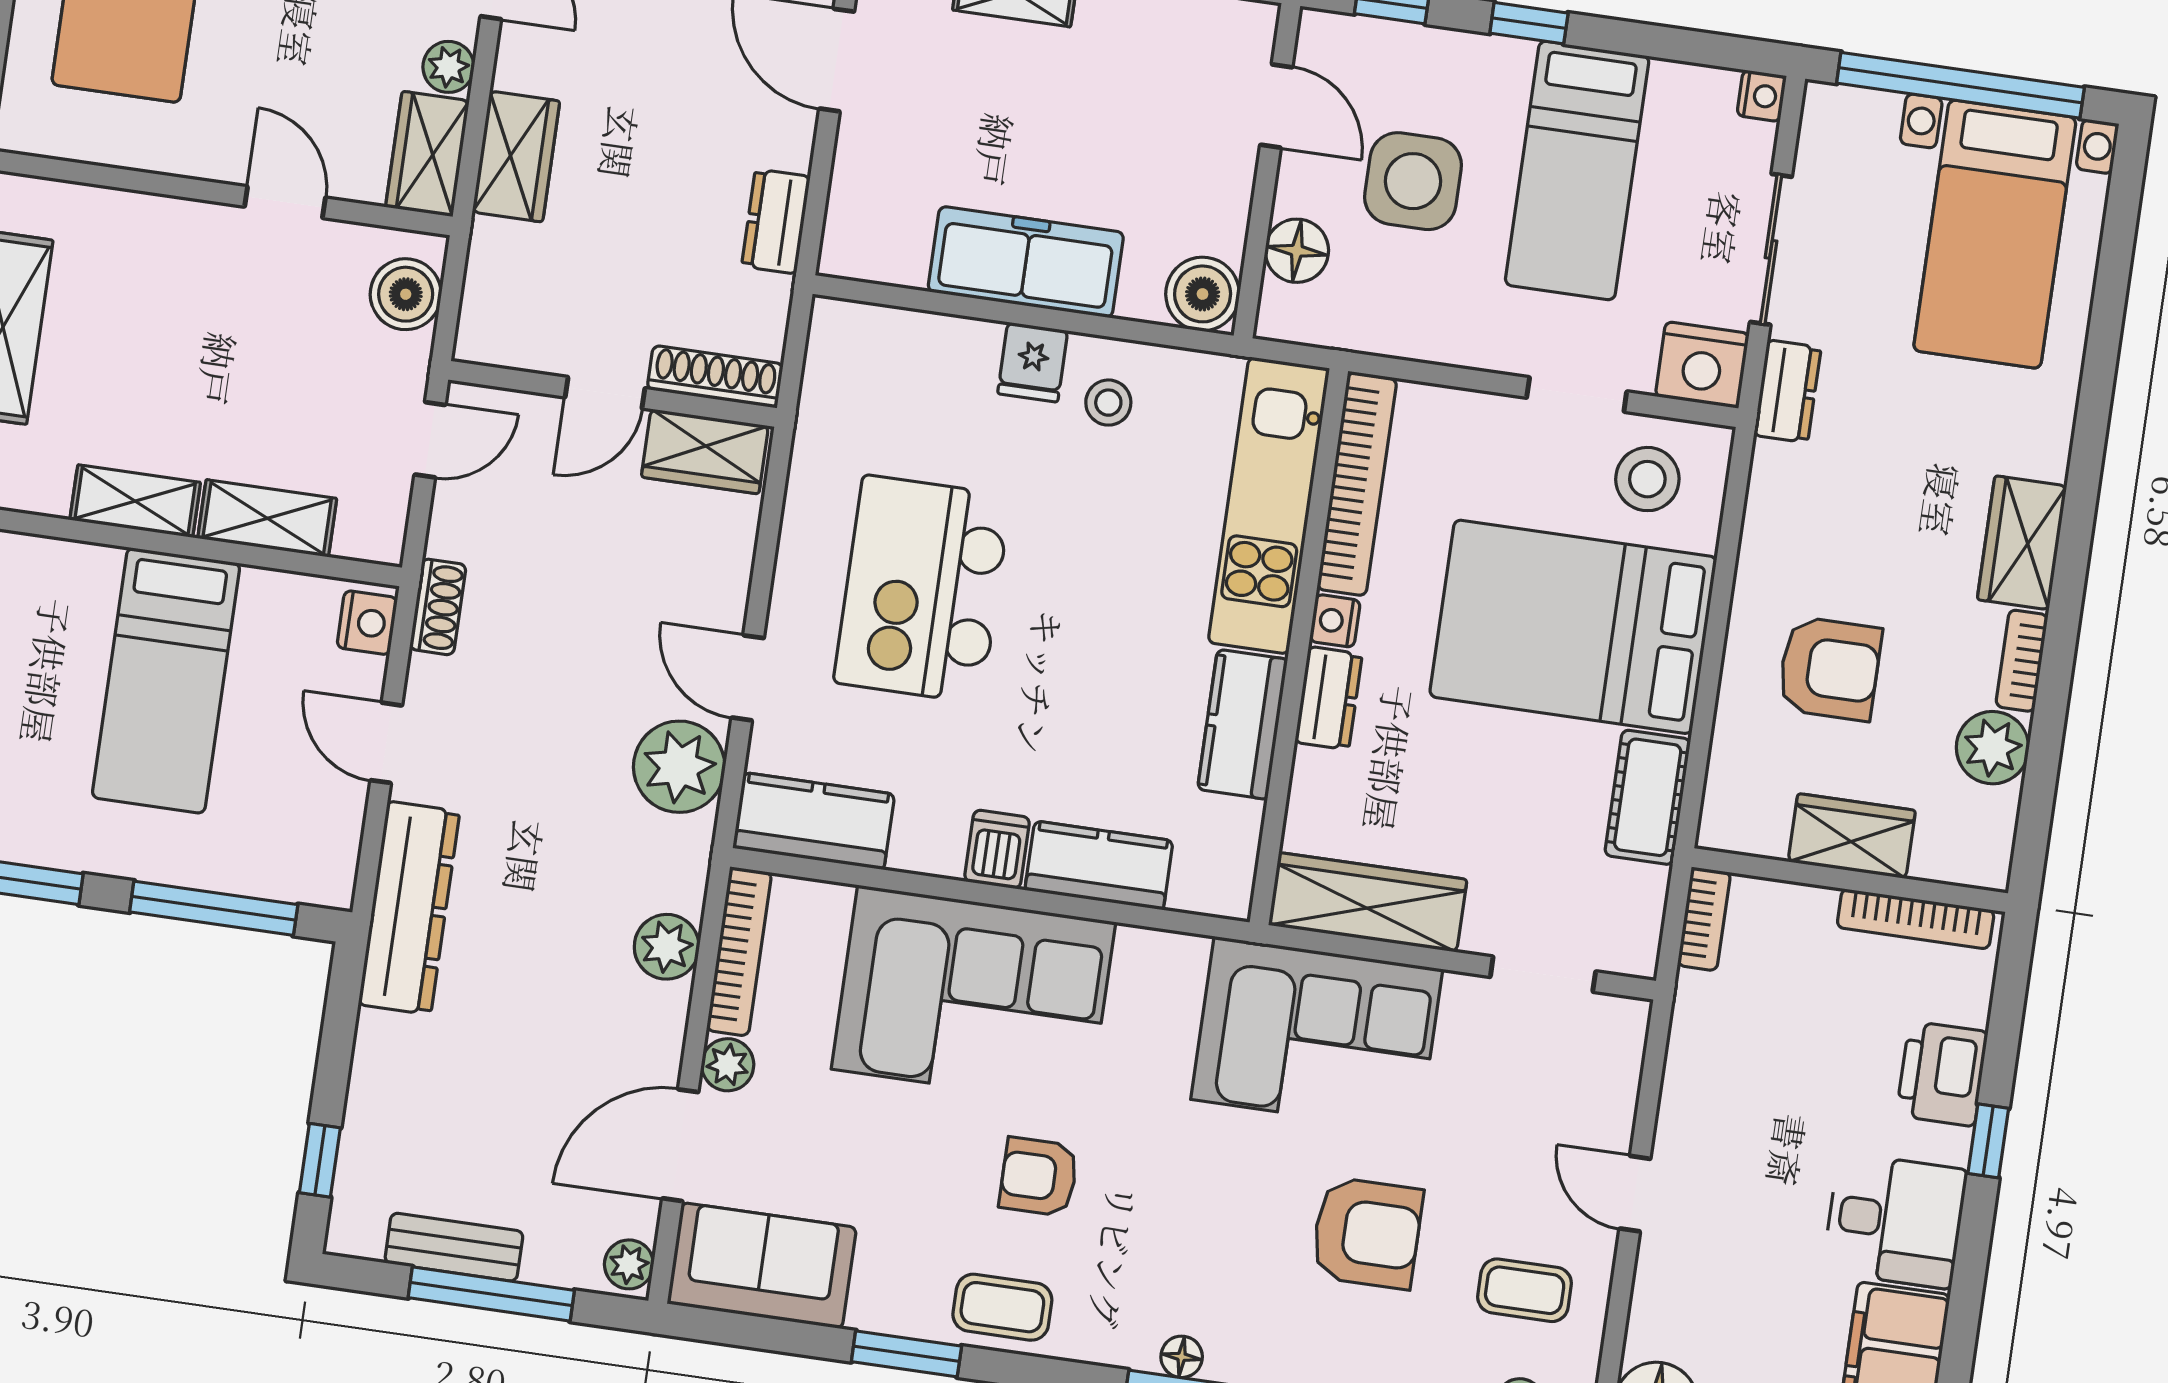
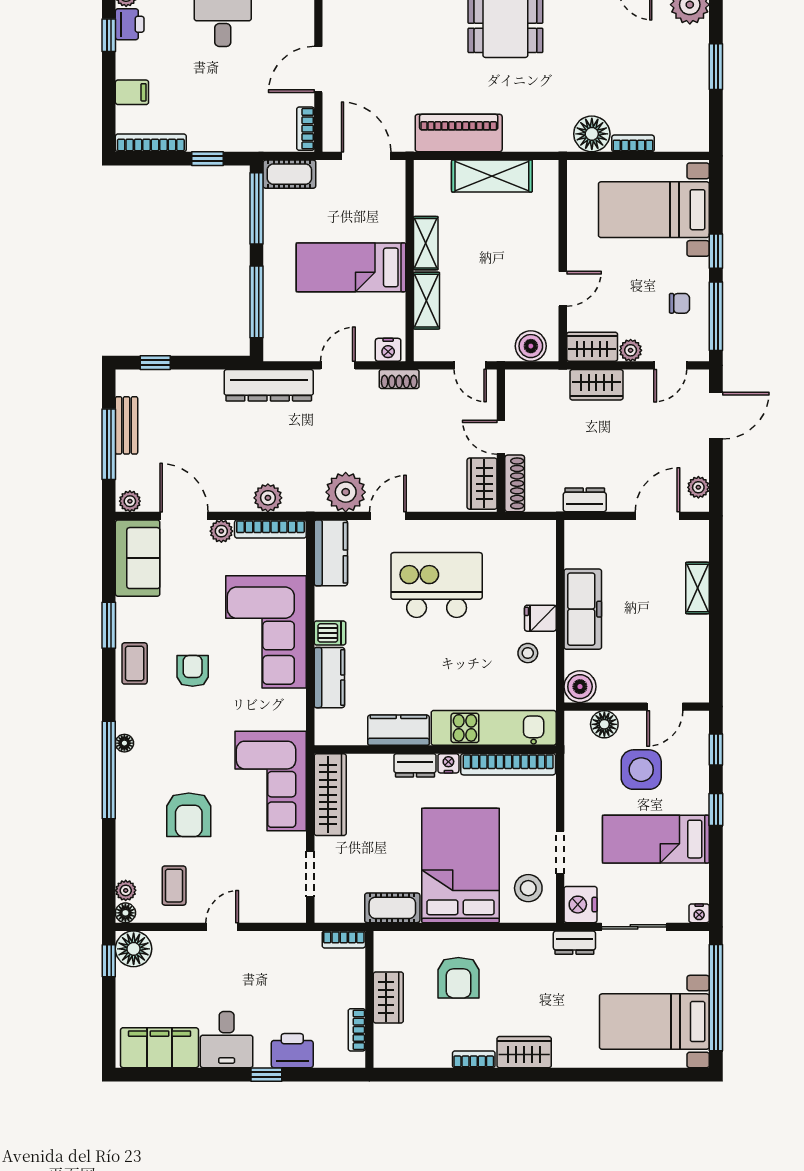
plant: (1993, 748) -> (435, 1052), removed
bookcase: (1916, 919) -> (357, 1030), width x0.64

